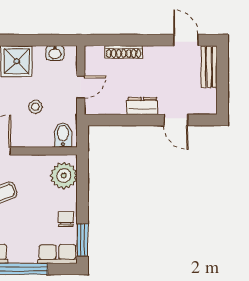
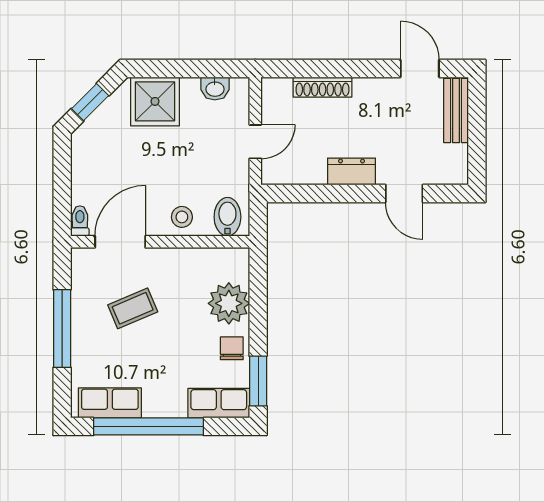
stool: (35, 107) -> (182, 217), moved
plant: (64, 176) -> (229, 303), moved

